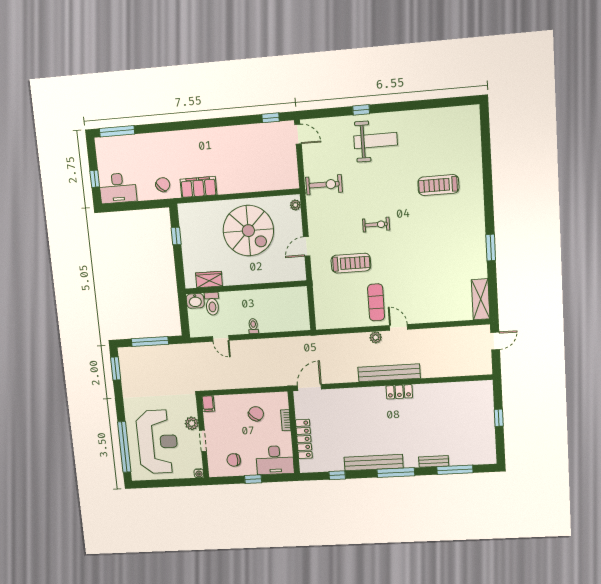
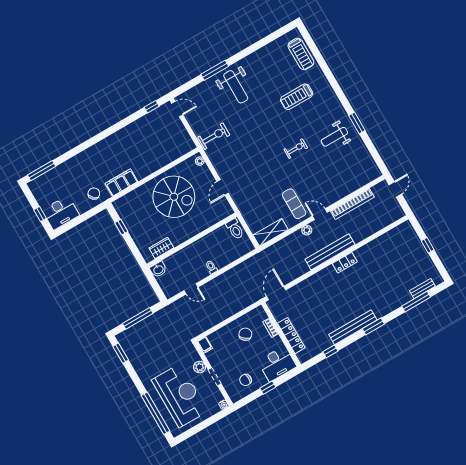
window: (361, 110) -> (215, 70), width x2.17
weight bench: (376, 141) -> (236, 87), turned 90
exercise bike: (376, 225) -> (296, 149), moved
weight bench: (458, 251) -> (334, 137), added
treadmill: (351, 263) -> (301, 54), moved, turned 90
shelving: (481, 299) -> (271, 232), moved, turned 90
toilet: (212, 304) -> (235, 229), moved
bookcase: (440, 334) -> (352, 204), added
bench: (434, 461) -> (422, 289), moved
window: (396, 473) -> (373, 326), width x0.69

